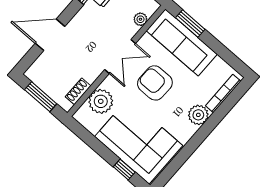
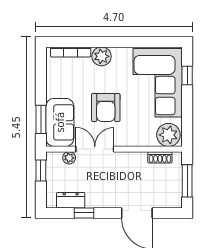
sofa: (182, 42) -> (60, 122), width x0.73
double door: (120, 57) -> (95, 149), moved
plant: (101, 101) -> (168, 135), moved

